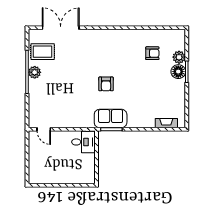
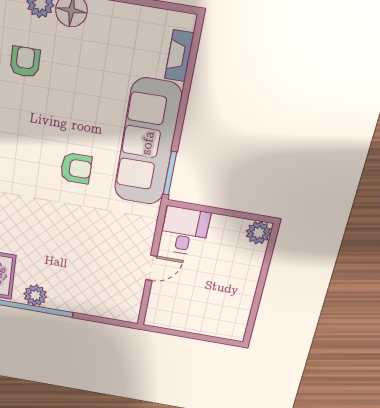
sofa: (111, 118) -> (148, 143), width x1.85, depth x1.27
door: (44, 129) -> (151, 268), moved
plant: (89, 178) -> (258, 233), added

